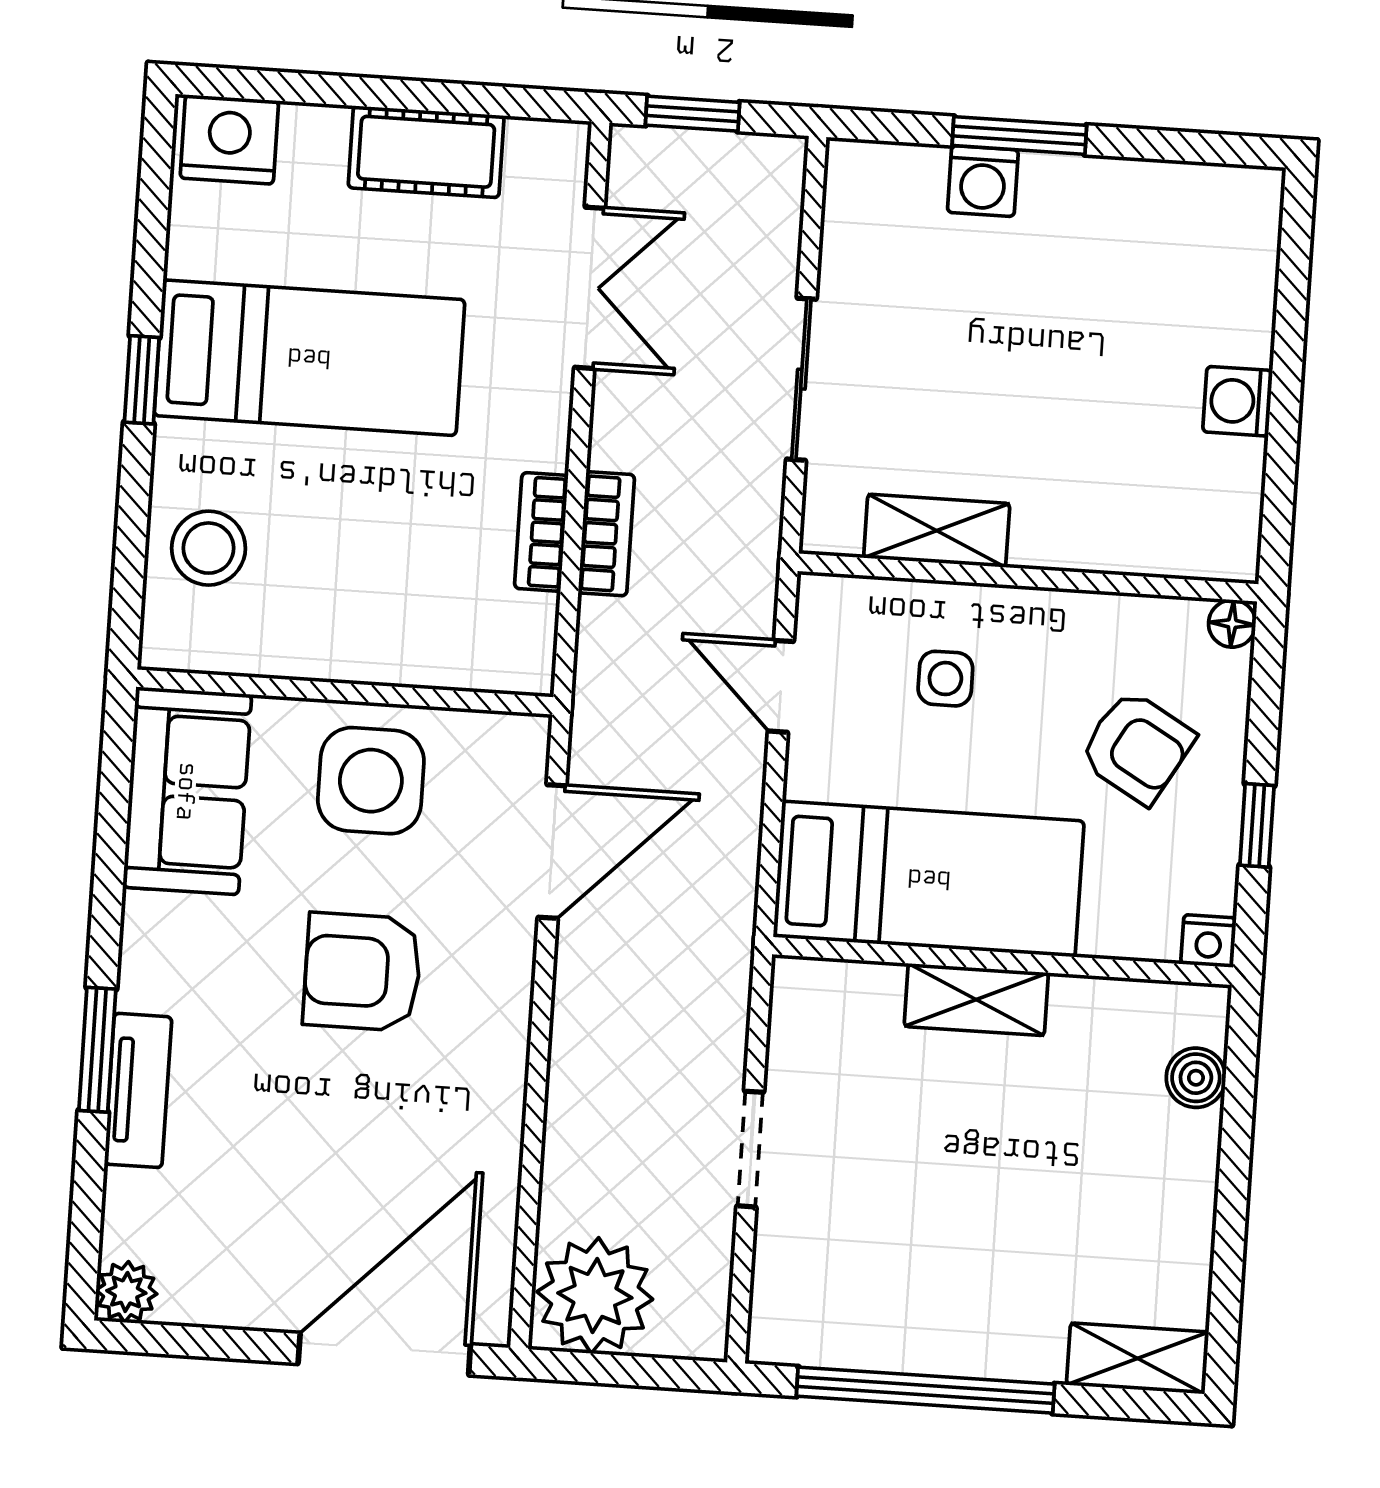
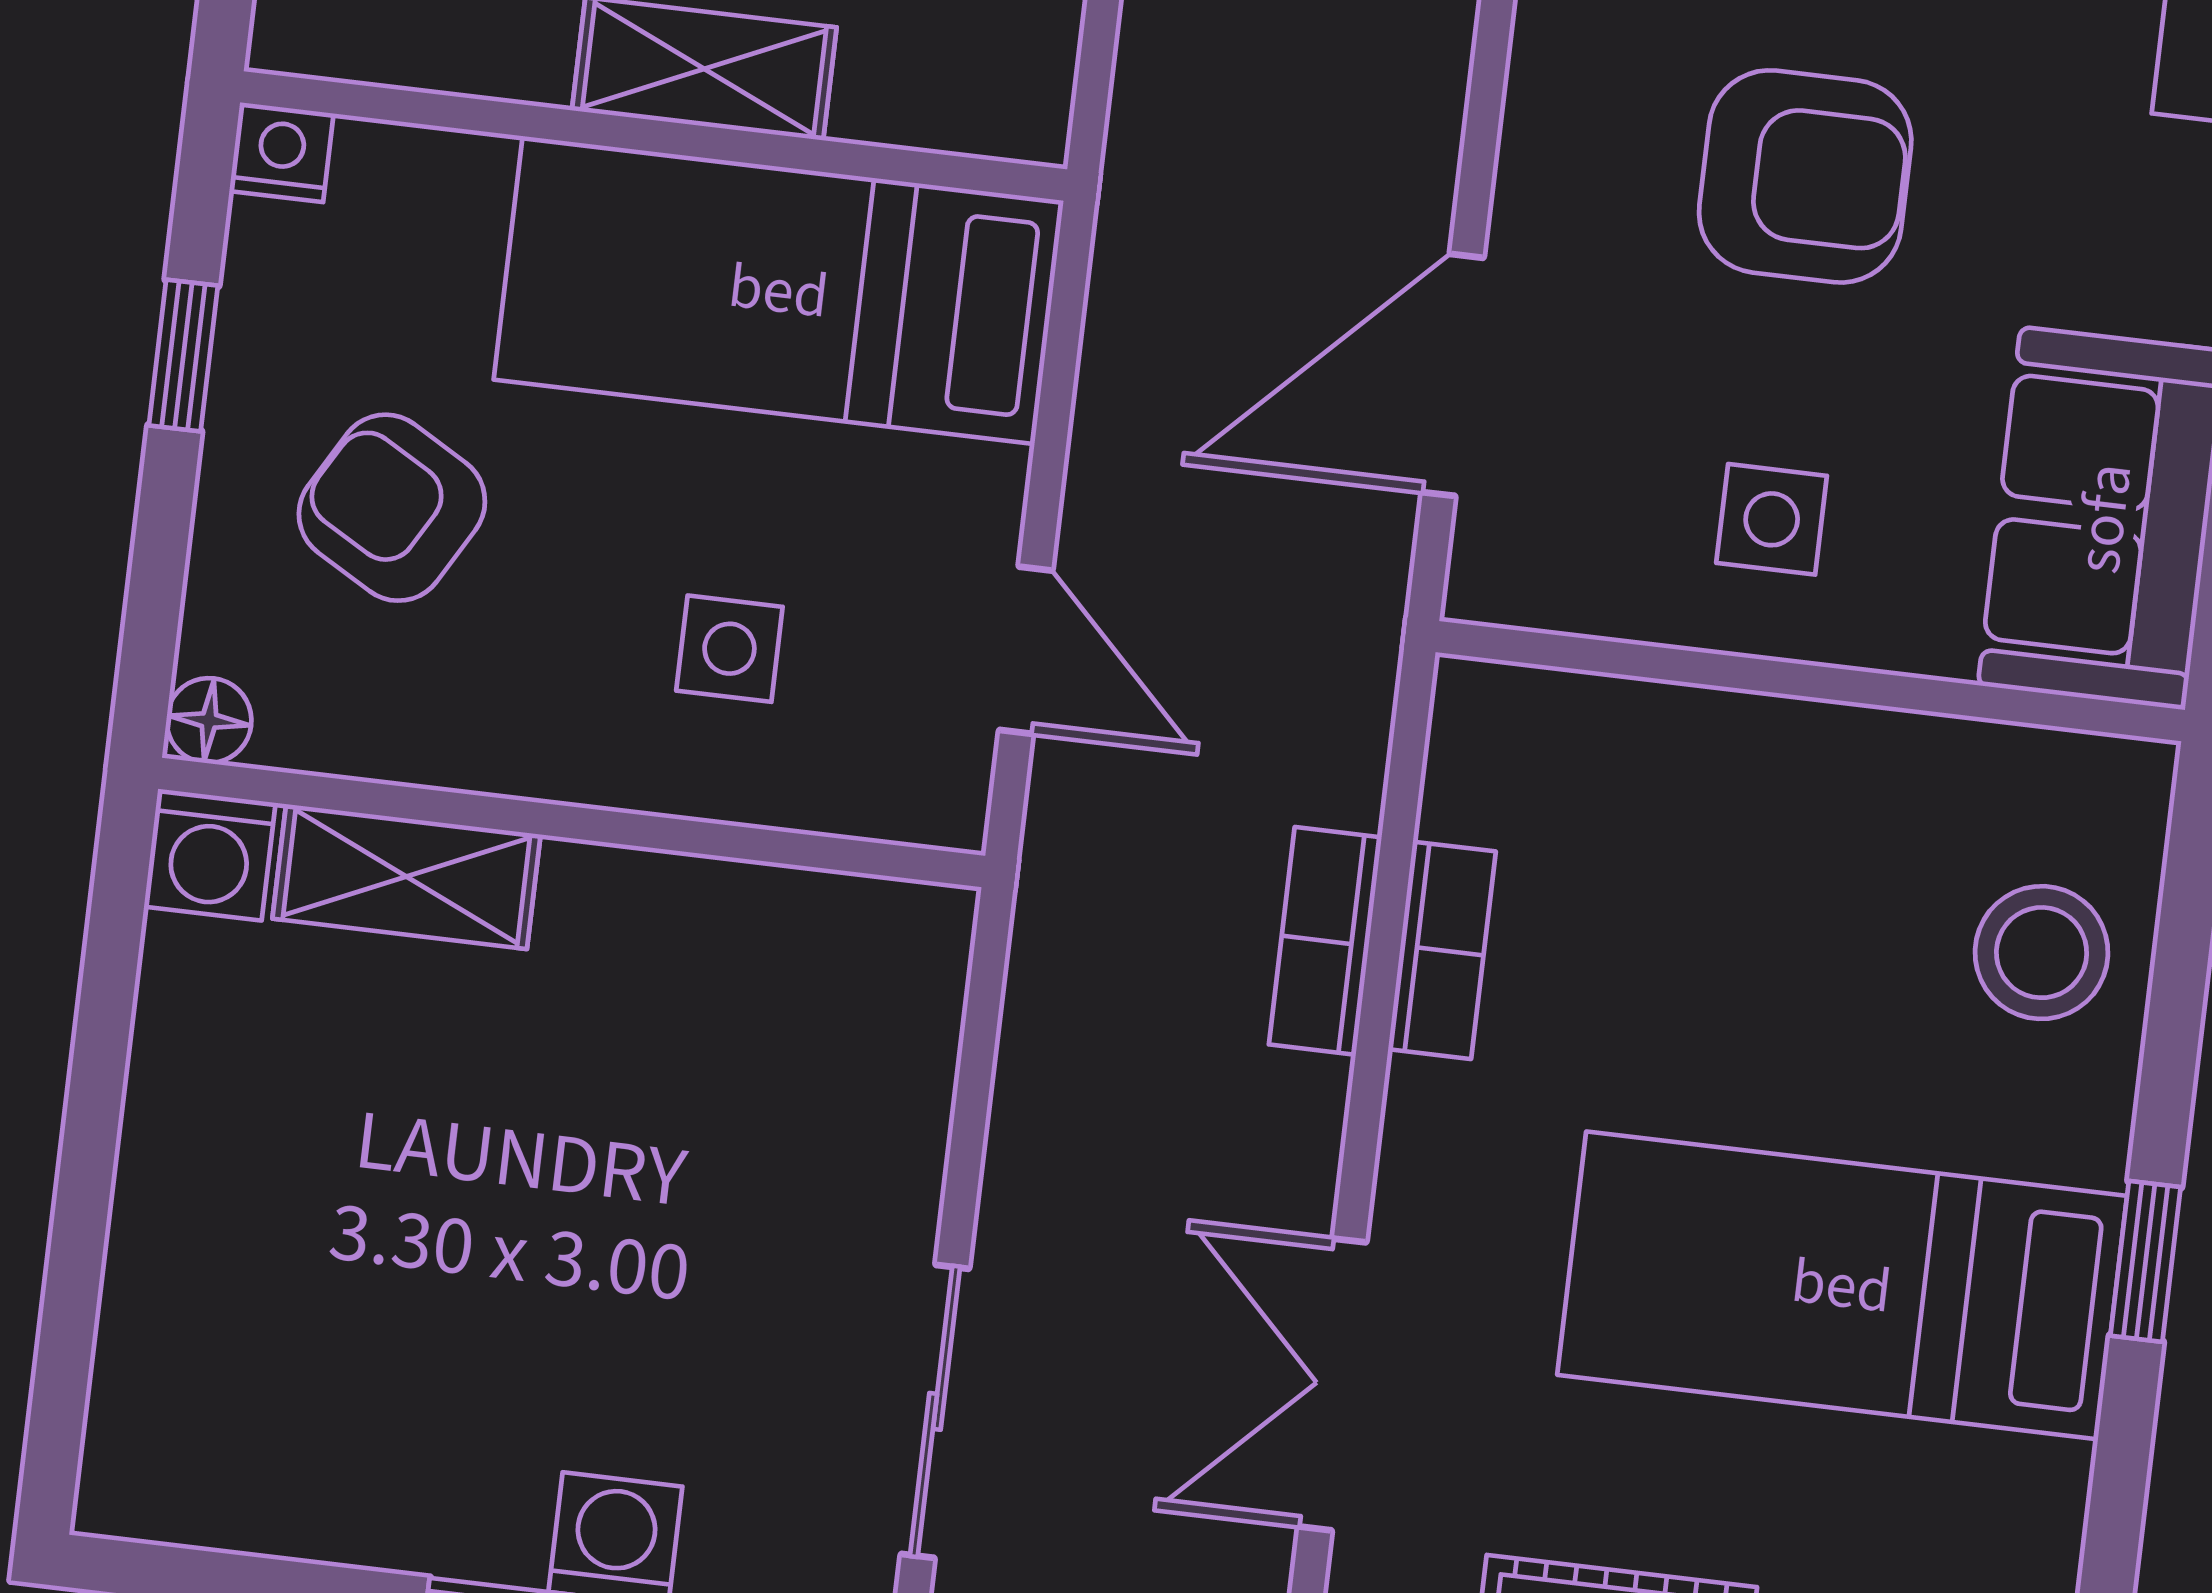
sliding door: (801, 379) -> (935, 1411), moved
washing machine: (1238, 401) -> (210, 855), moved, turned 90
shelving: (937, 531) -> (407, 877), moved
side table: (371, 781) -> (1772, 519), width x0.54, depth x0.54

